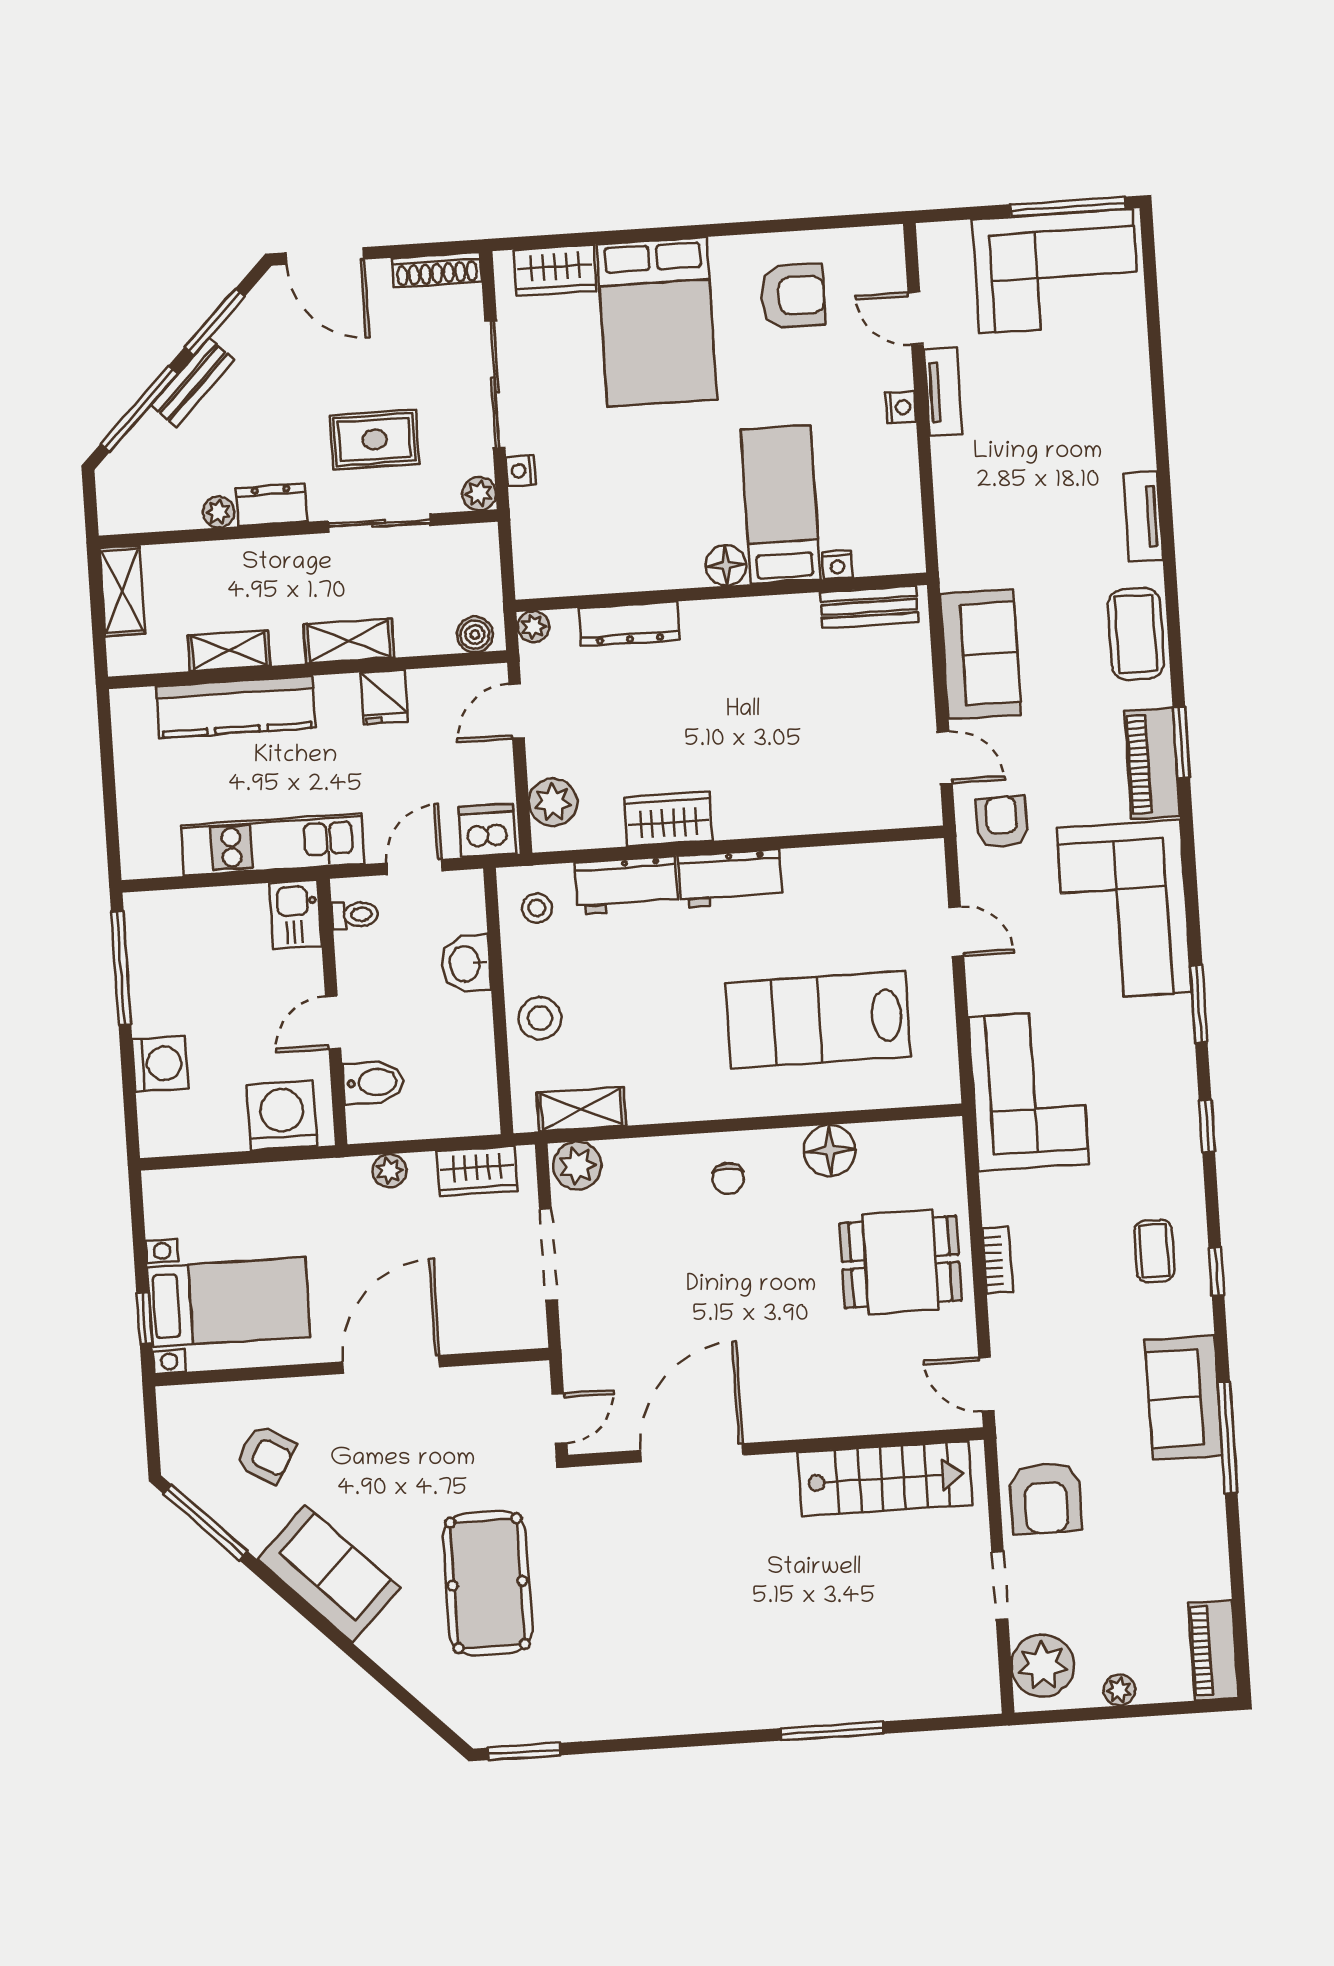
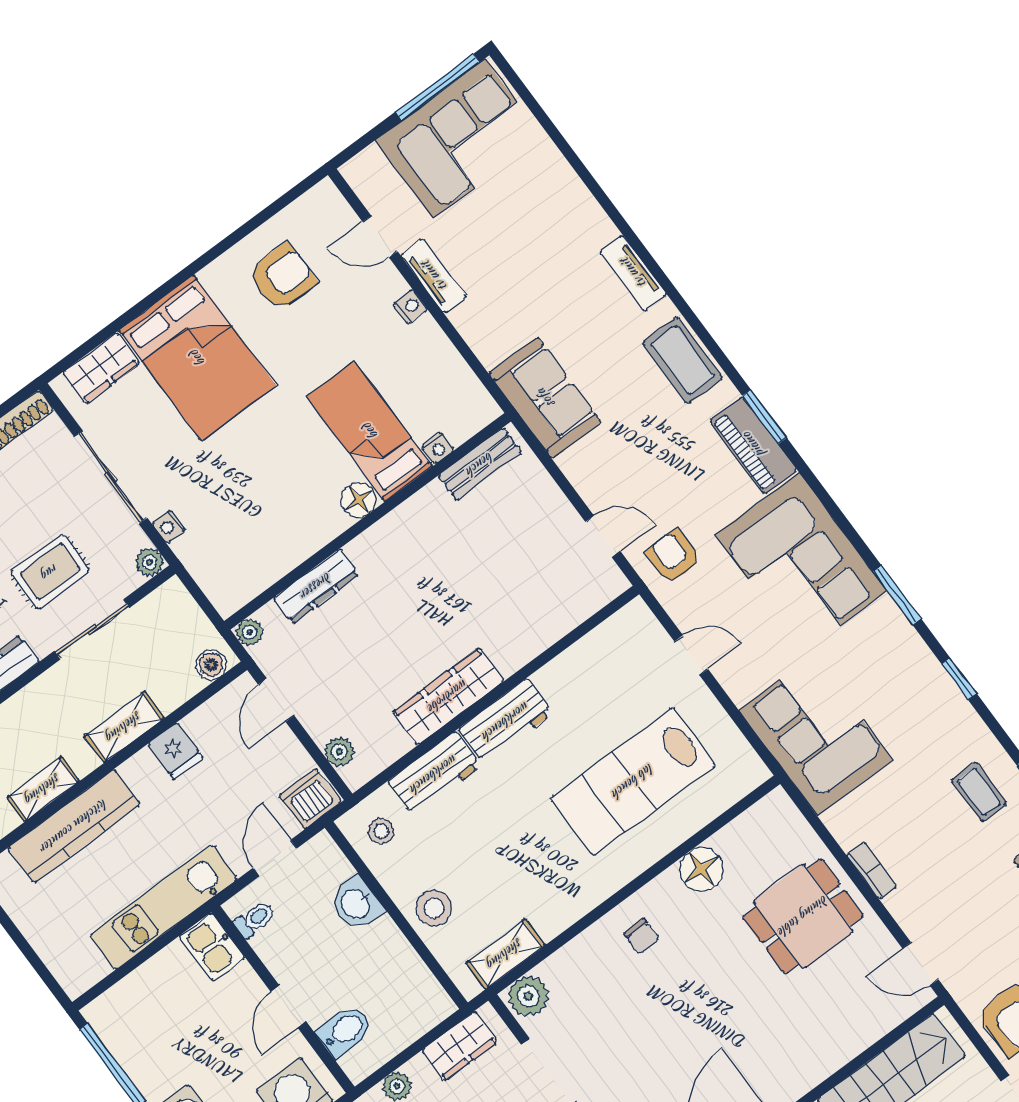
sofa: (981, 654) -> (545, 398), moved
plant: (553, 802) -> (340, 752), width x0.73, depth x0.73
wardrobe: (668, 819) -> (448, 696), width x1.50

